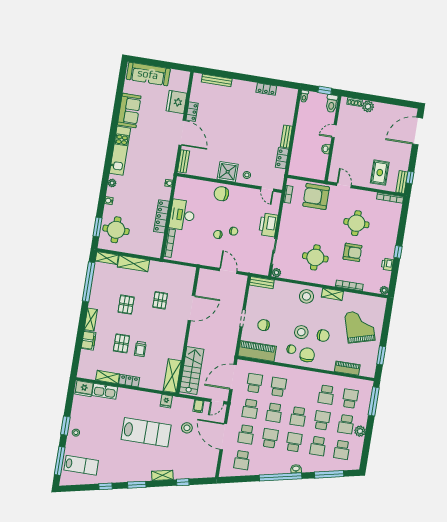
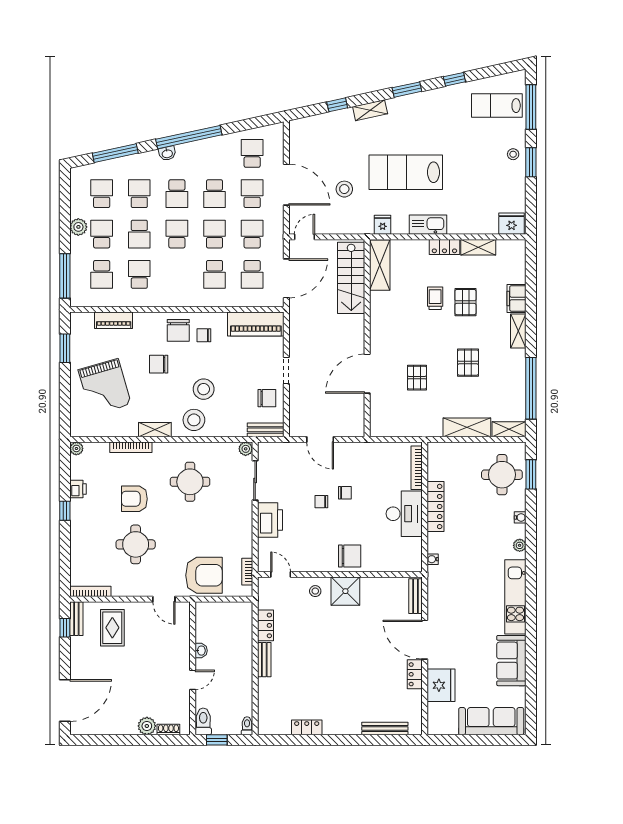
chair: (264, 325) -> (267, 398), moved
stool: (301, 332) -> (204, 389), moved
kitchen sink: (105, 391) -> (428, 225), moved
filing cabinet: (198, 406) -> (332, 225), removed

